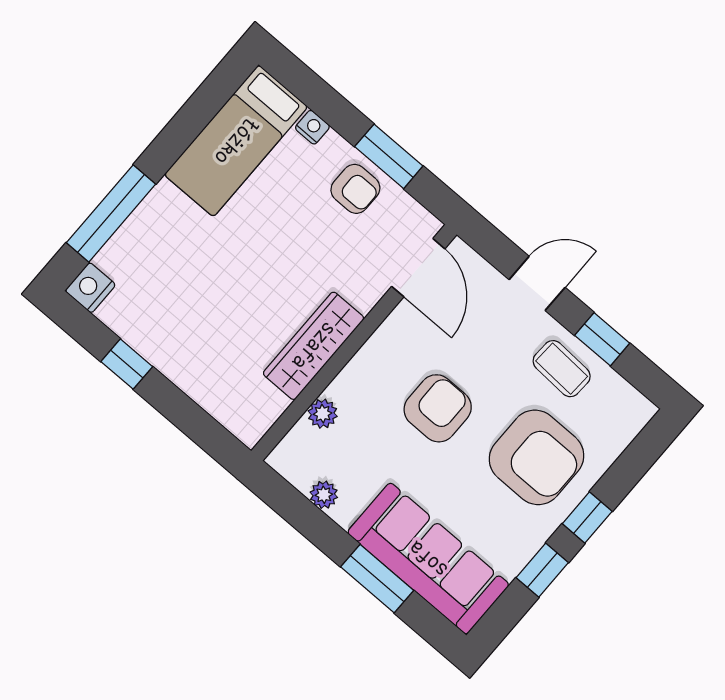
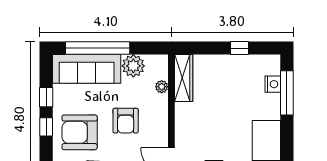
nightstand: (90, 288) -> (273, 84), moved
wardrobe: (314, 346) -> (184, 78), moved
plant: (324, 495) -> (133, 66), width x1.88, depth x1.88
window: (377, 579) -> (98, 48), width x2.11

